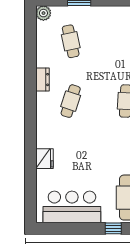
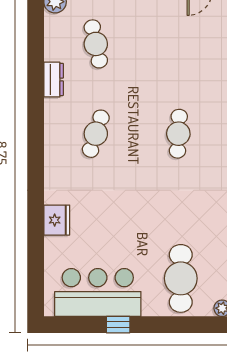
dresser: (42, 80) -> (54, 79), moved
window: (113, 228) -> (118, 325), moved

